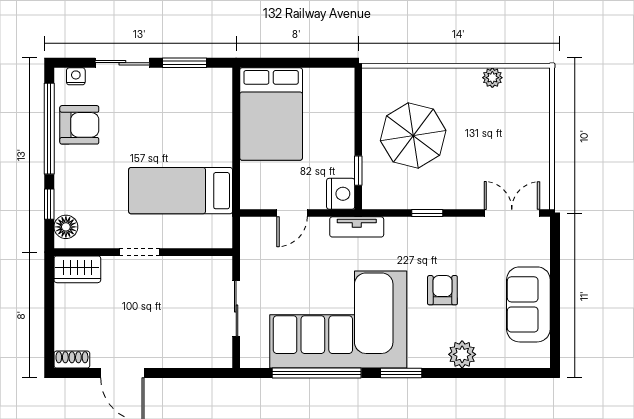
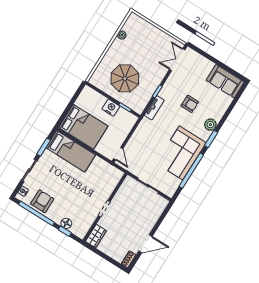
bed: (181, 191) -> (71, 151), moved, turned -90
nightstand: (341, 194) -> (111, 108), moved
door: (292, 213) -> (118, 154), moved
floor lamp: (66, 227) -> (66, 223), moved
tv unit: (357, 227) -> (154, 108), moved
armchair: (442, 290) -> (190, 104), turned 180
sofa: (528, 304) -> (225, 81), moved
corner sofa: (338, 320) -> (181, 153), width x0.73, depth x0.74
plant: (462, 354) -> (210, 125), moved

